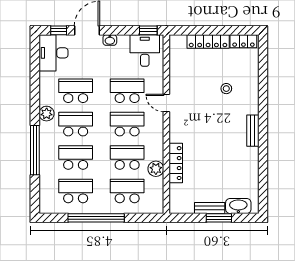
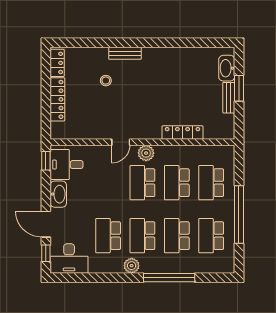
washbasin: (110, 40) -> (58, 194), width x1.91, depth x1.45
school desk: (127, 91) -> (108, 183), removed
bench: (253, 131) -> (125, 53), moved
plant: (156, 169) -> (146, 153), moved

